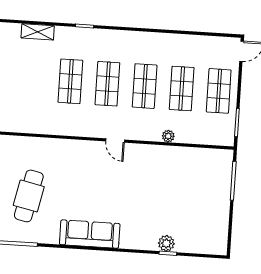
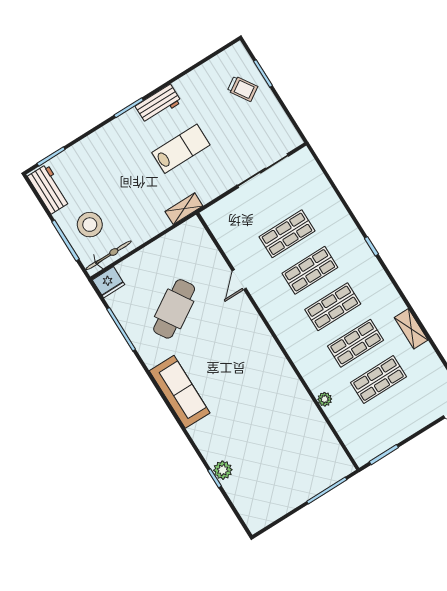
shelving: (38, 32) -> (411, 329), moved
shop shelf: (219, 91) -> (287, 234), moved
door: (115, 140) -> (239, 280), moved
cafe table: (29, 196) -> (174, 309), turned -44

